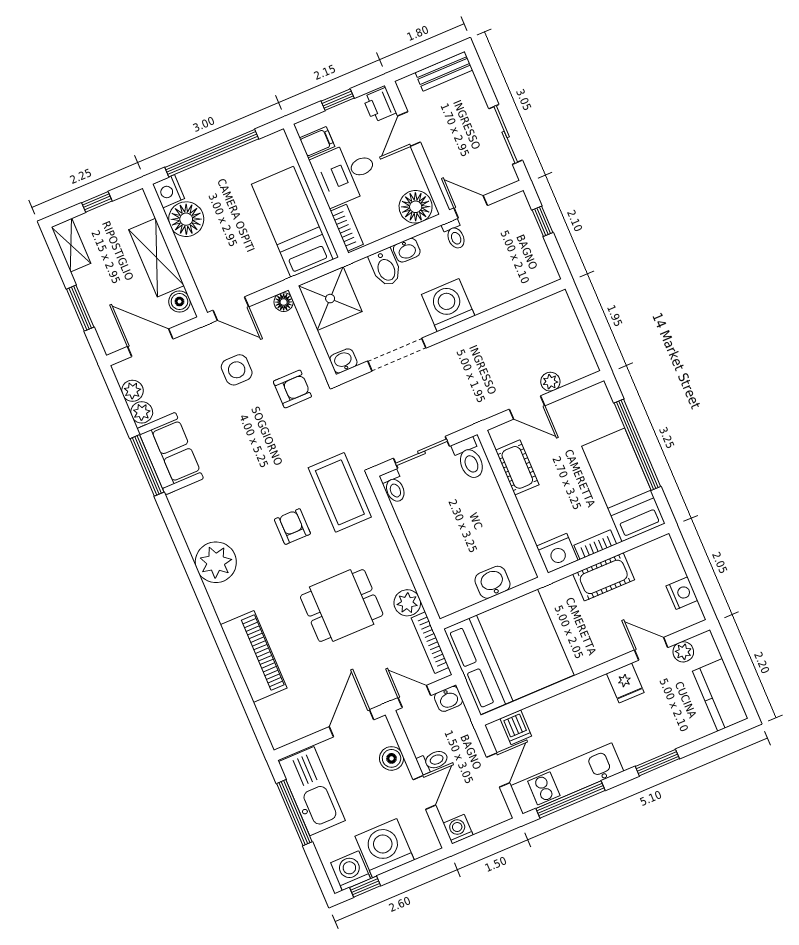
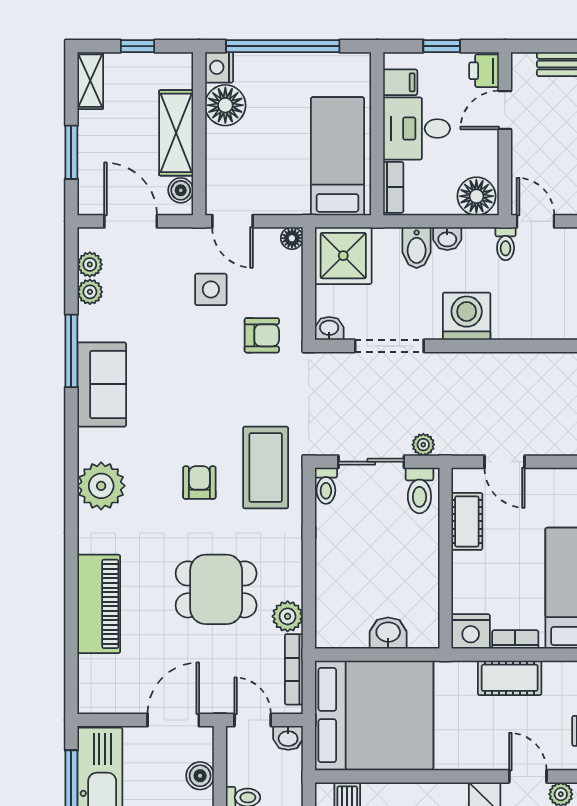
plant: (550, 382) -> (423, 445), moved
sofa: (170, 454) -> (102, 384), moved

